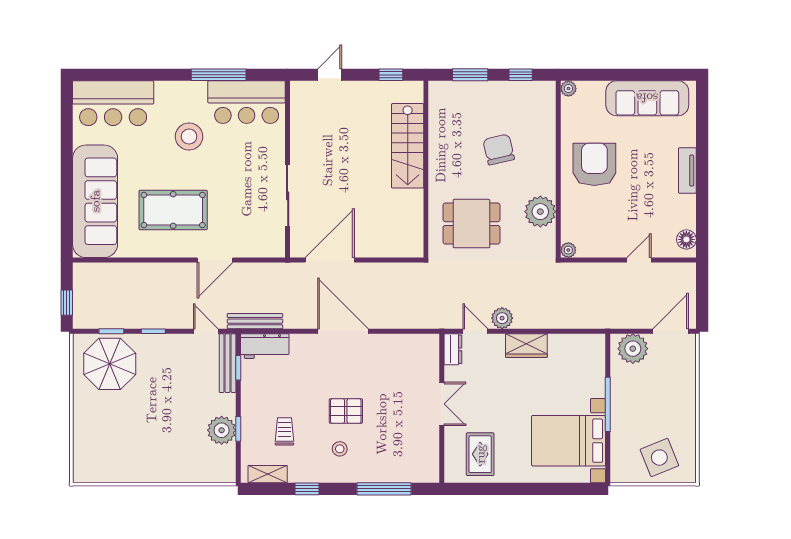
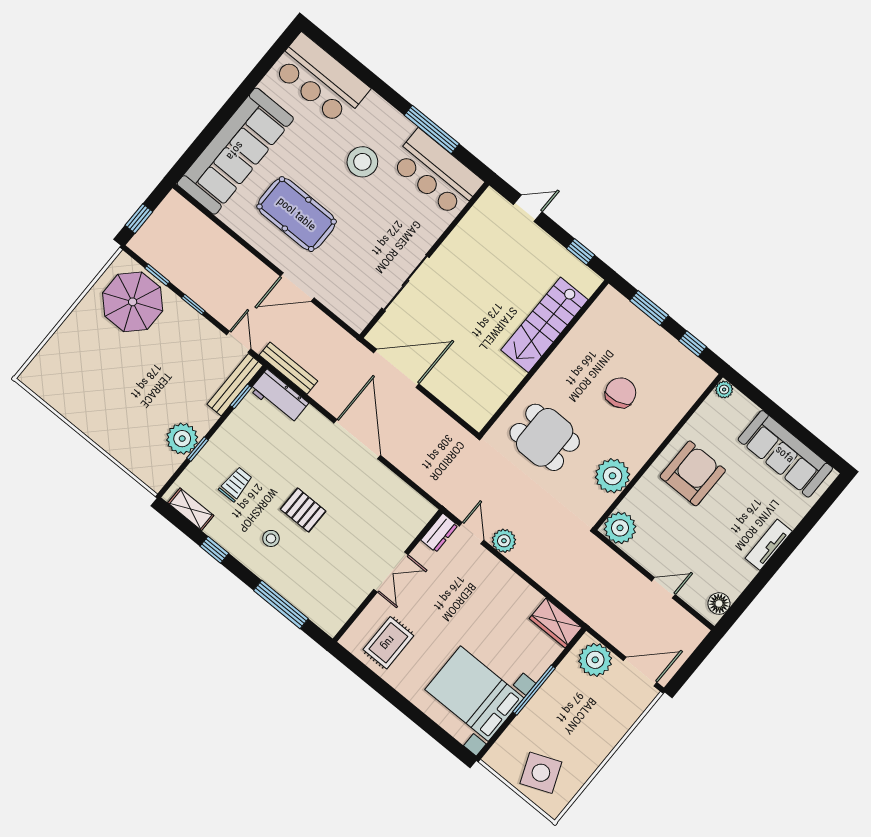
plant: (568, 250) -> (620, 528), width x1.87, depth x1.87
wardrobe: (526, 346) -> (556, 623), moved

